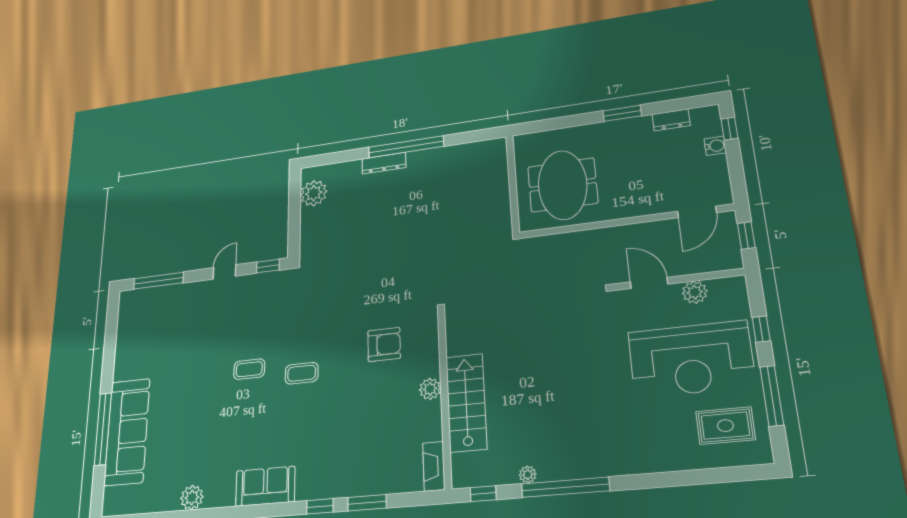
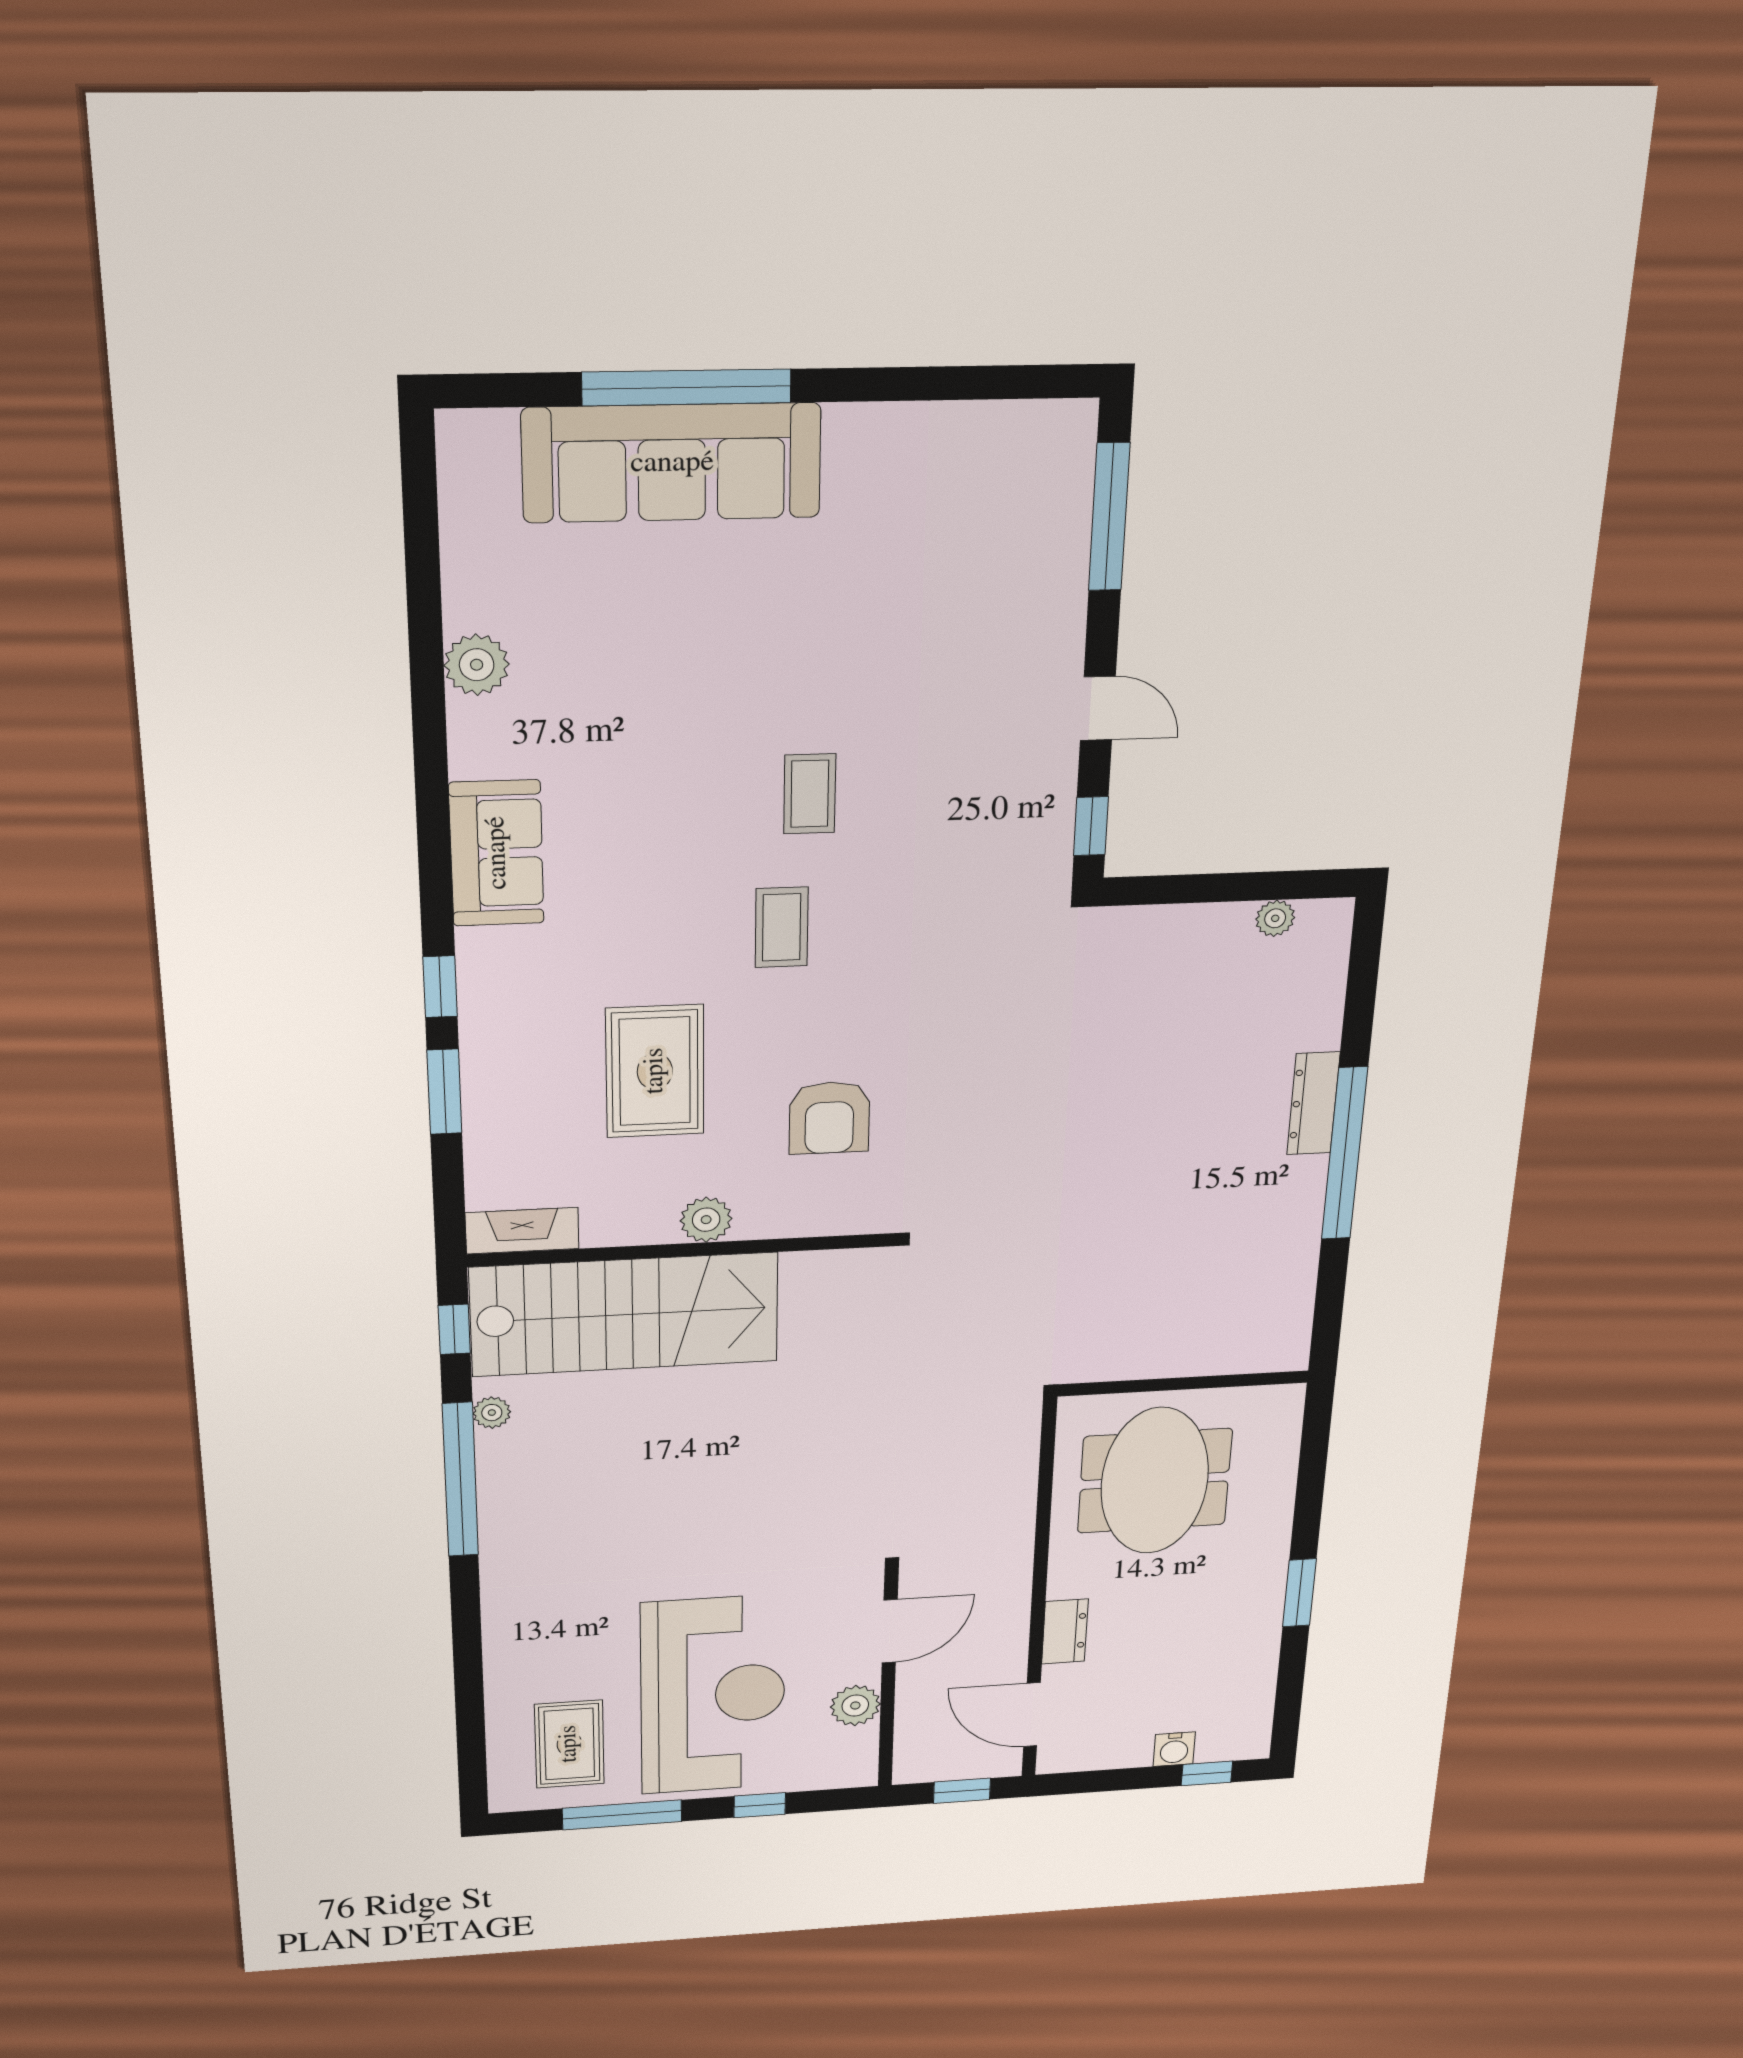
dresser: (671, 120) -> (1065, 1631), moved, turned 180
meeting table: (563, 185) -> (1155, 1481), turned 90
plant: (314, 193) -> (1275, 918), width x0.53, depth x0.53
reception desk: (691, 359) -> (713, 1695), turned 180
stairs: (466, 402) -> (625, 1315), width x1.36, depth x1.51
rug: (361, 416) -> (655, 1071), added

